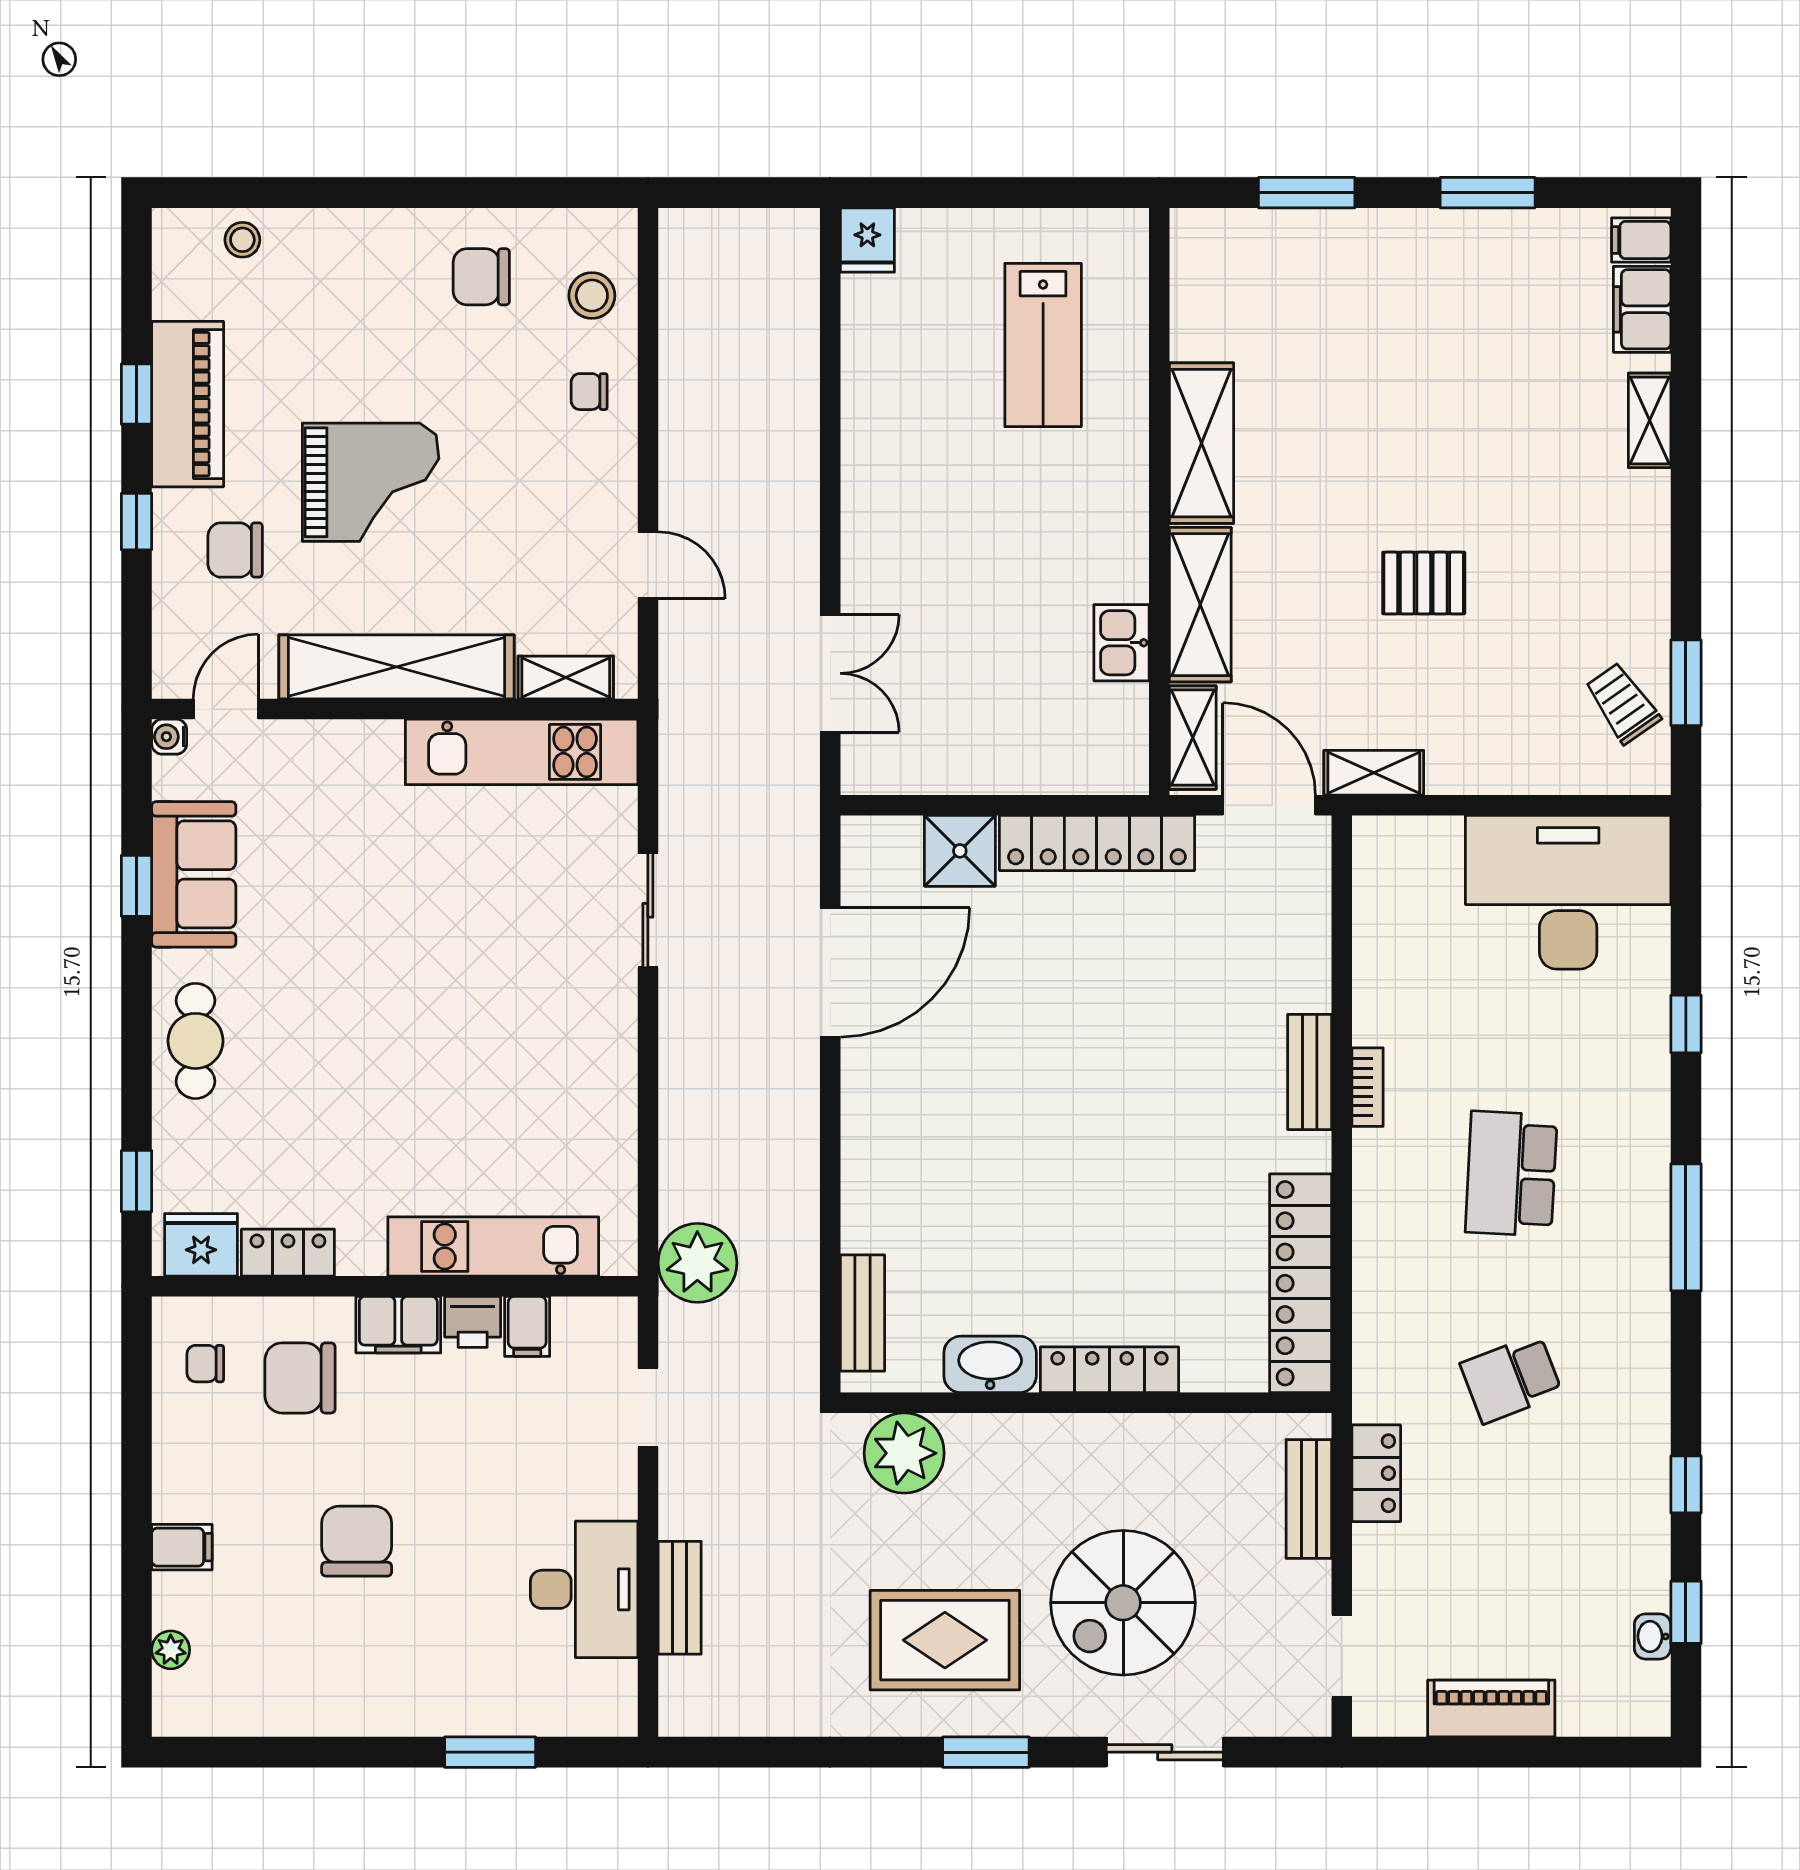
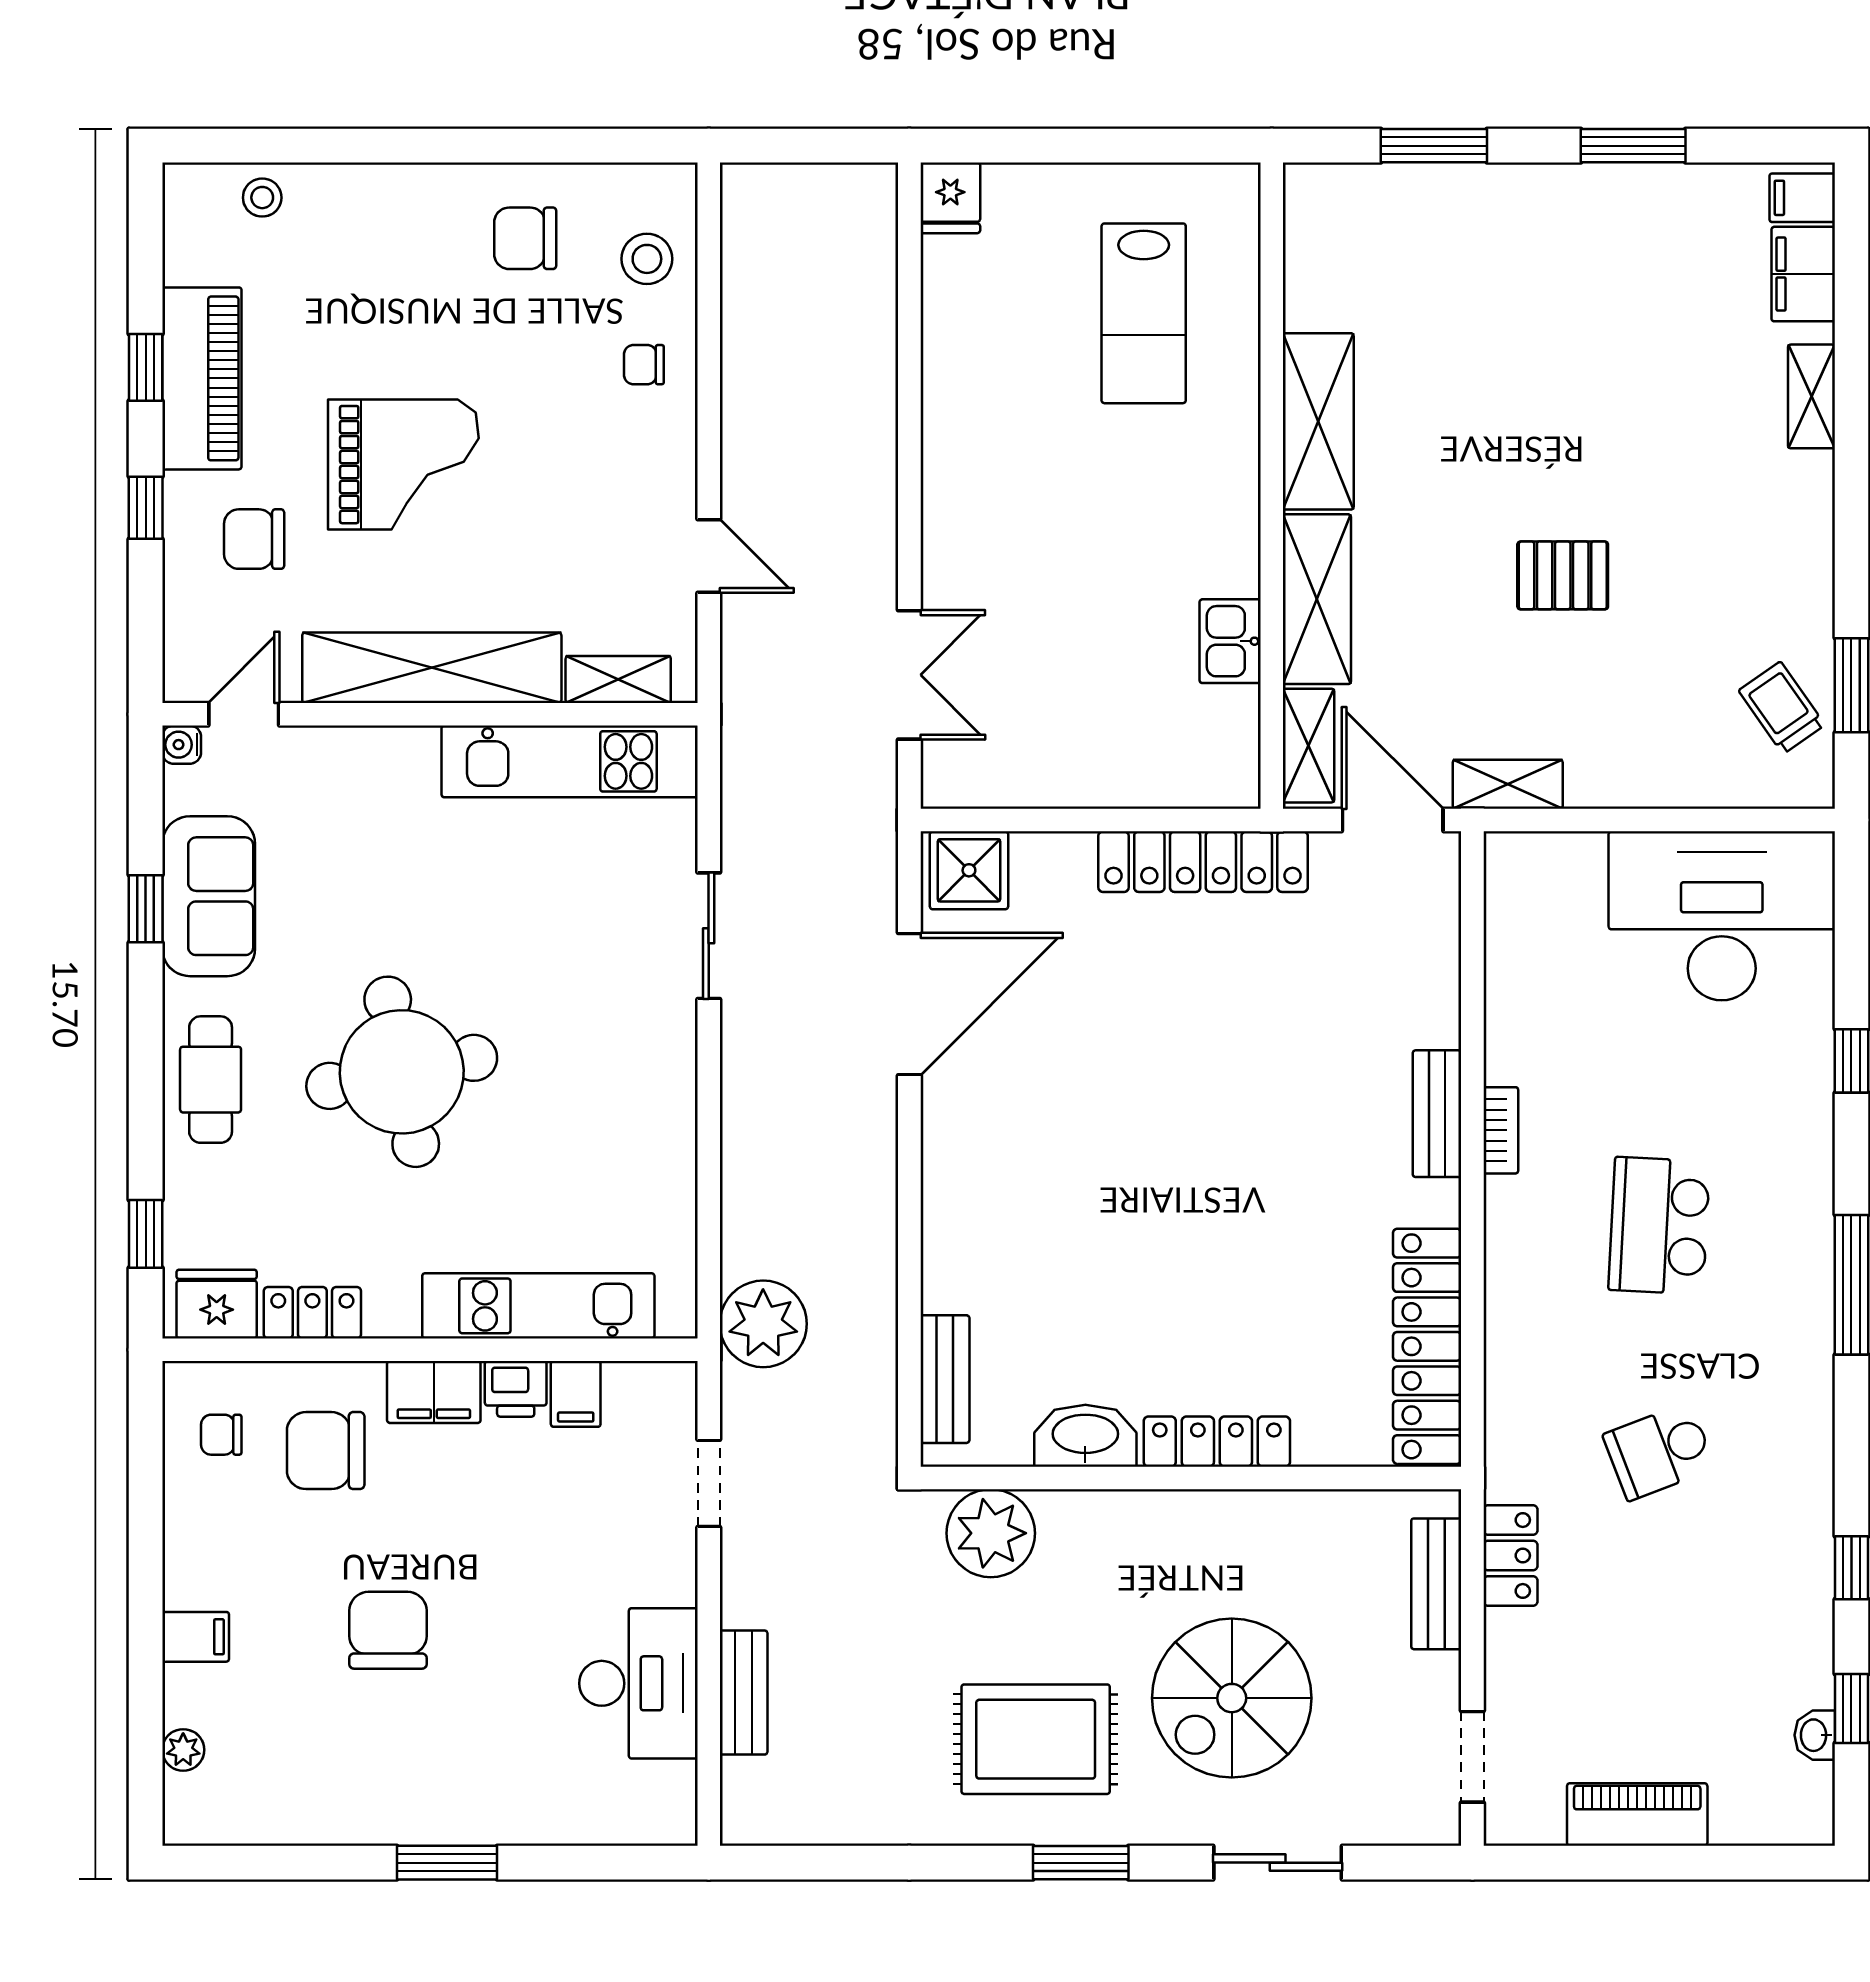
shower: (960, 851) -> (969, 870), moved
round table: (369, 1034) -> (402, 1072), added
window: (490, 1752) -> (447, 1863), moved

